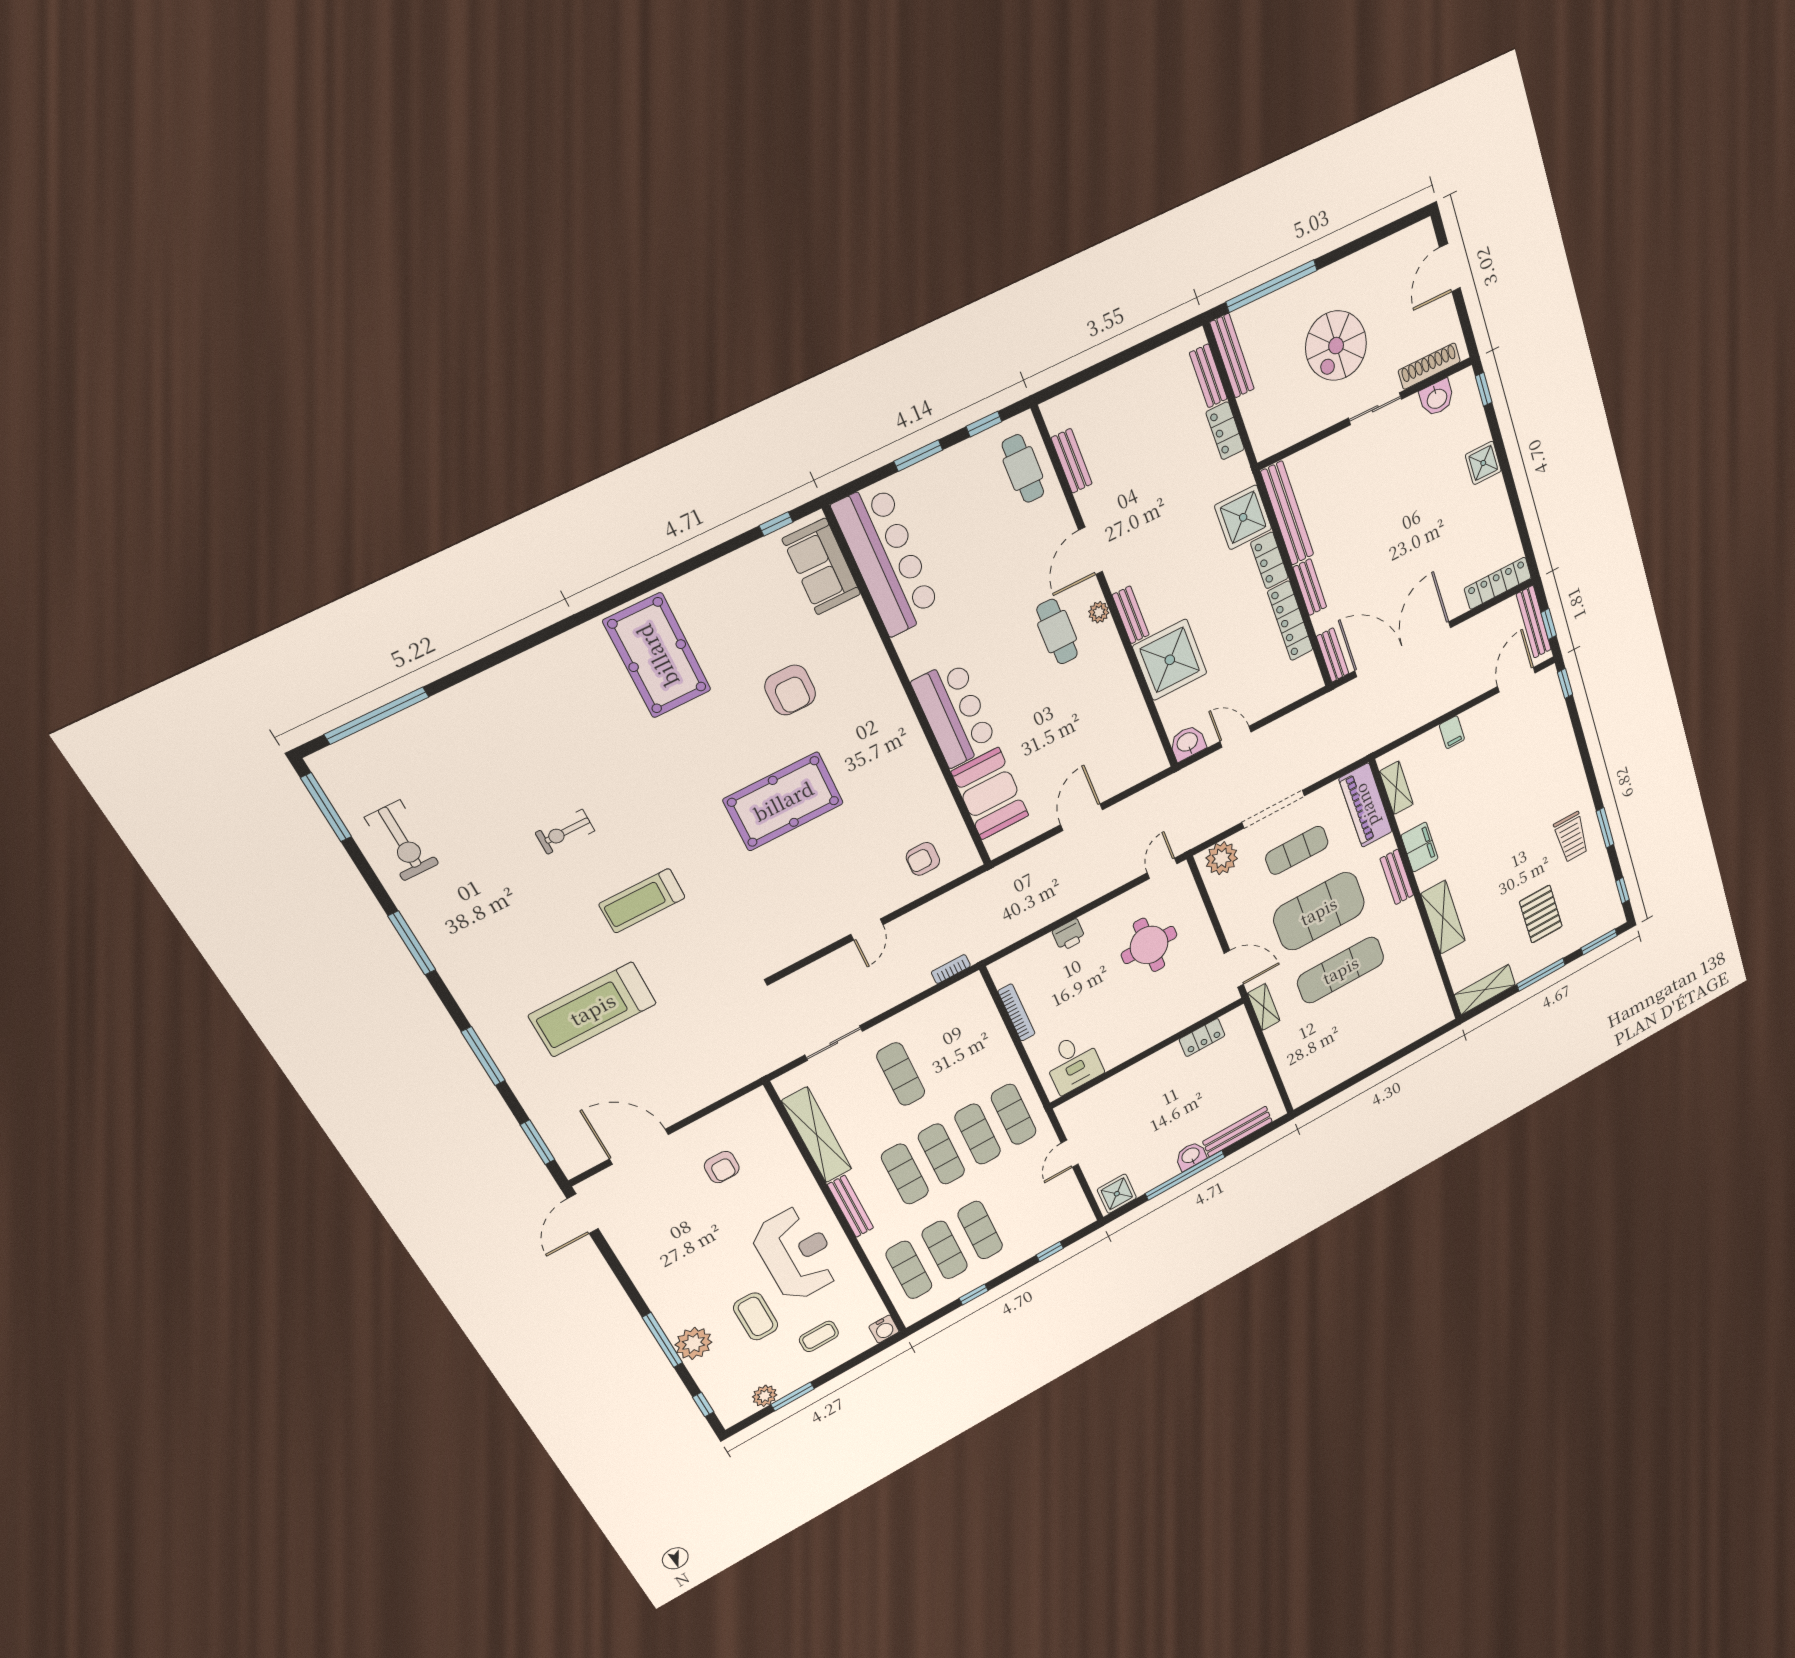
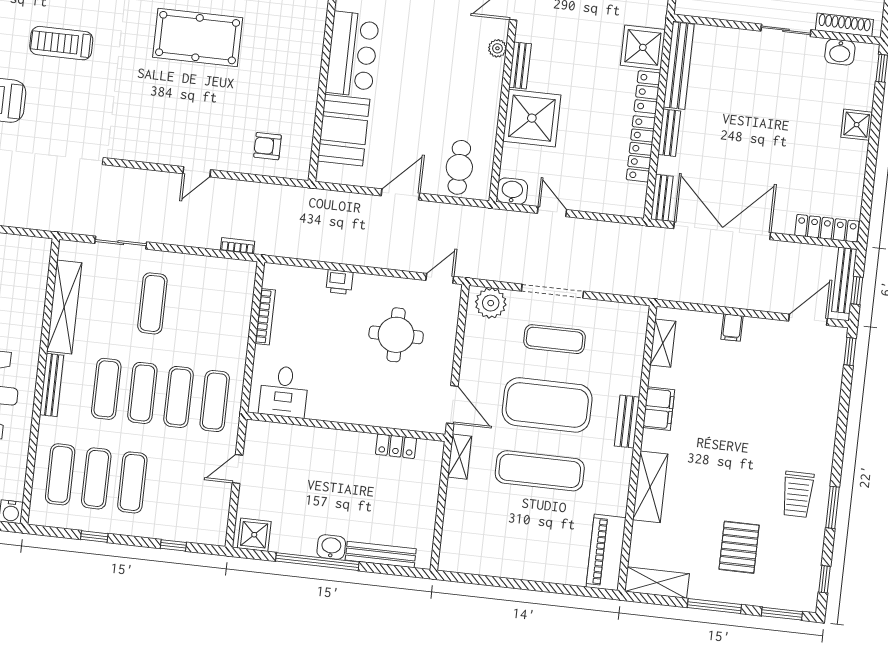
cafe table: (1057, 632) -> (459, 167), moved
piano: (1366, 805) -> (606, 552), moved

